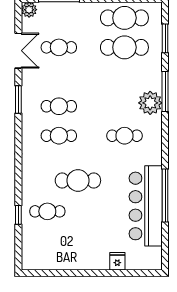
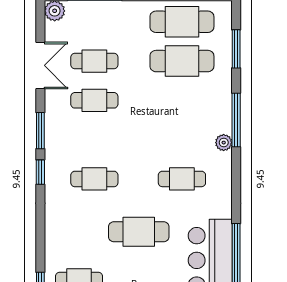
plant: (150, 103) -> (224, 143), width x0.53, depth x0.53
cafe table: (59, 106) -> (94, 100), moved
window: (18, 131) -> (40, 172), added
cafe table: (78, 180) -> (139, 232), moved

